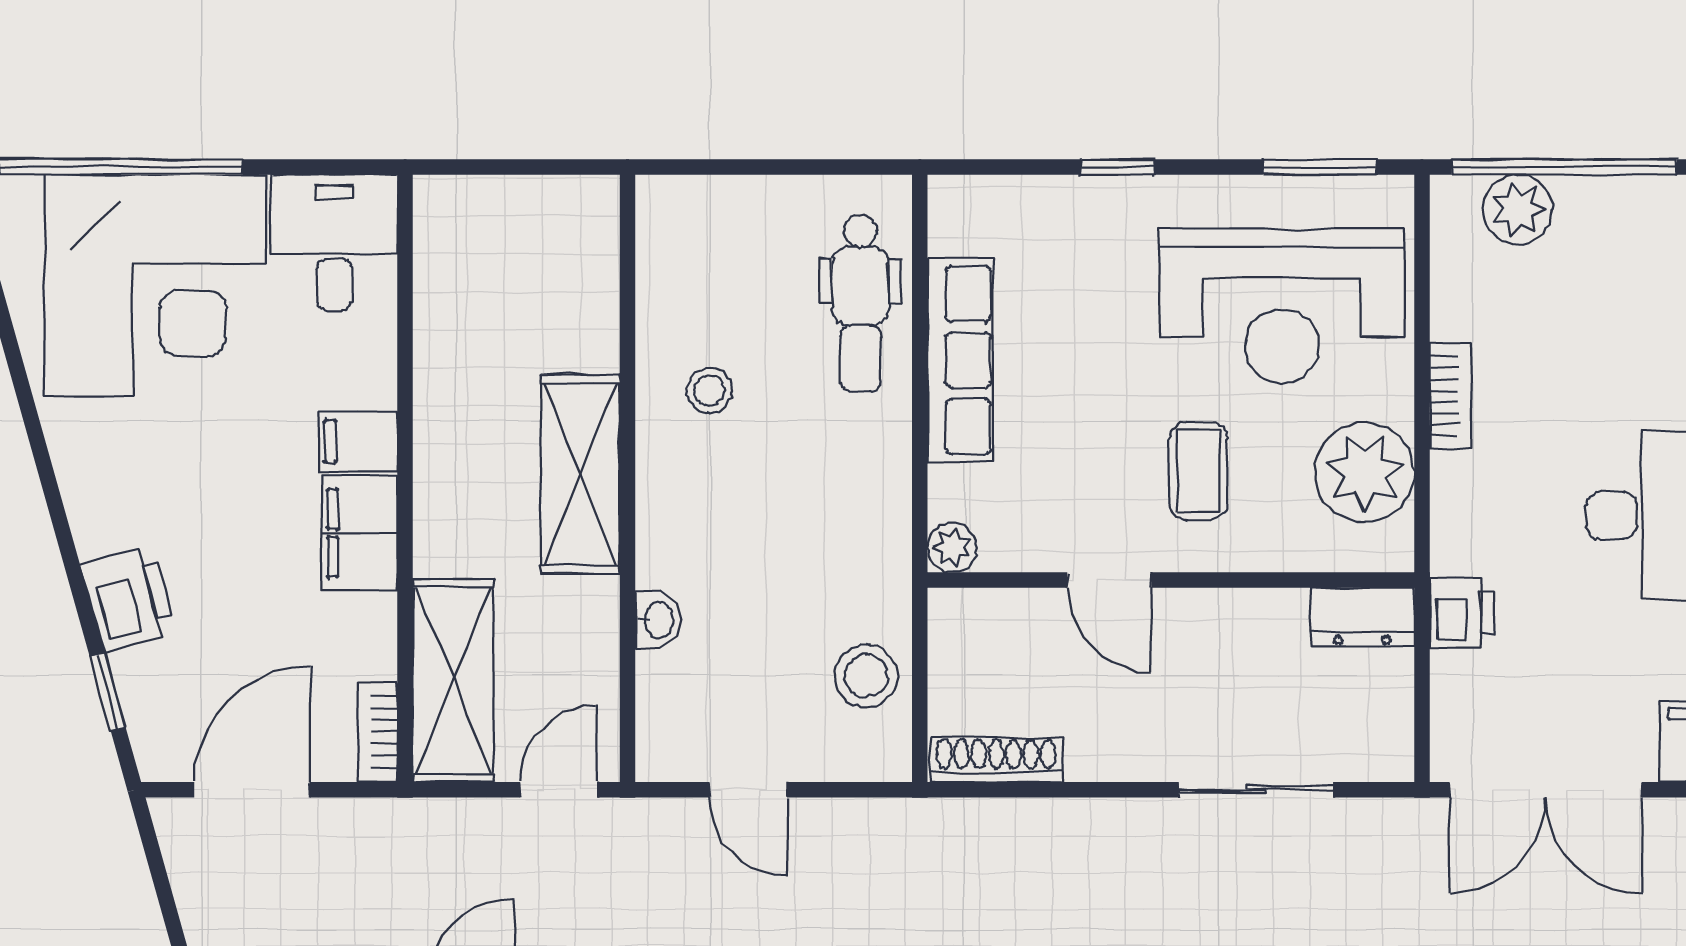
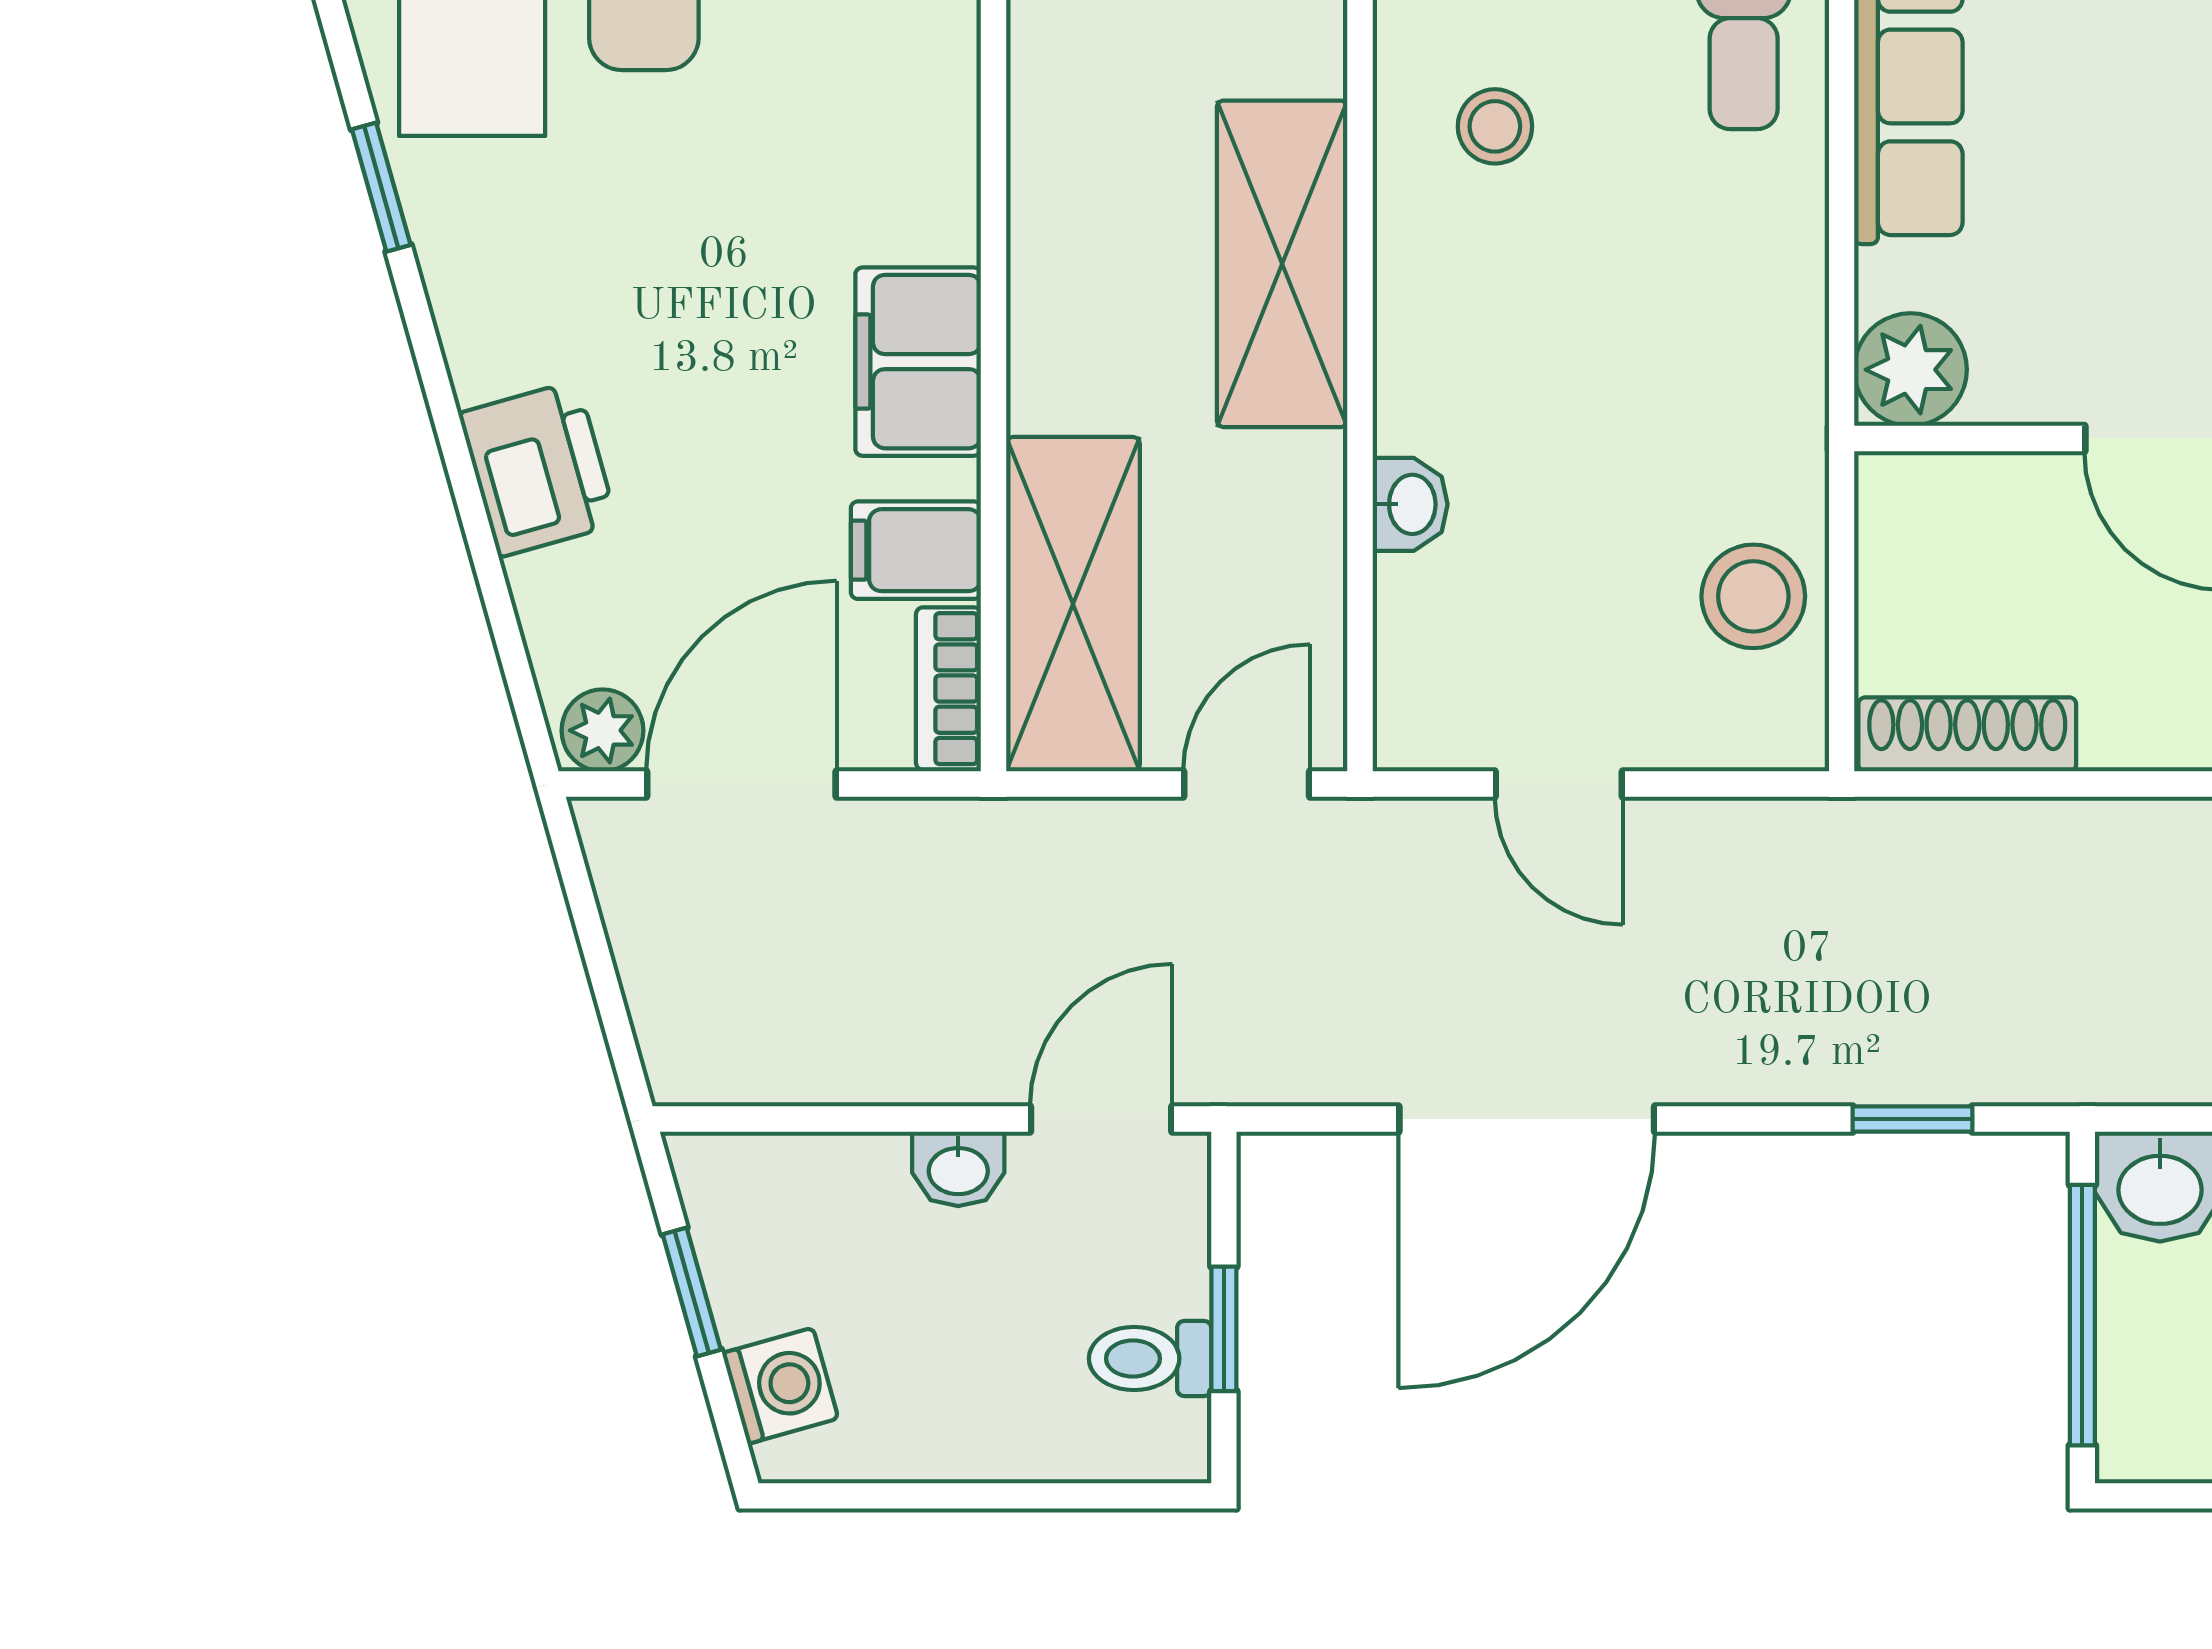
filing cabinet: (358, 441) -> (916, 550), moved
plant: (952, 547) -> (1910, 370), width x1.38, depth x1.38
window: (108, 692) -> (381, 187), moved
plant: (168, 757) -> (602, 730), added

